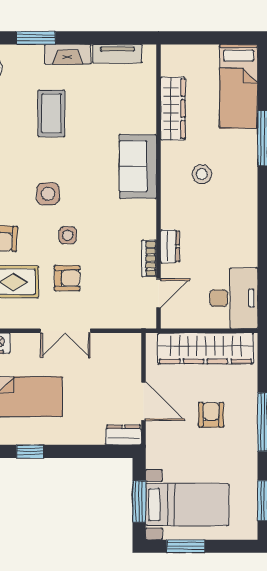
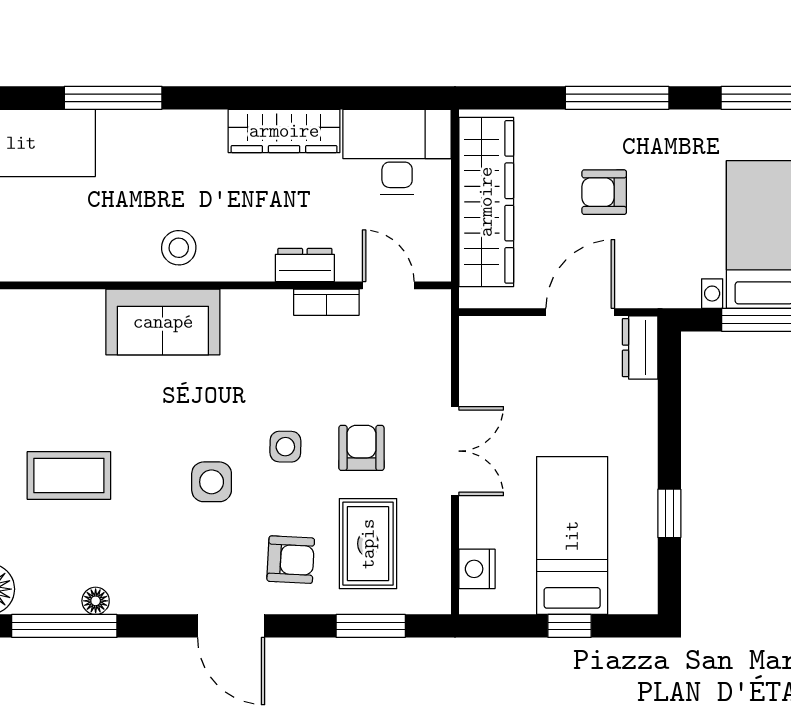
wardrobe: (173, 109) -> (284, 131), moved, turned 180
stool: (202, 174) -> (179, 248), moved

